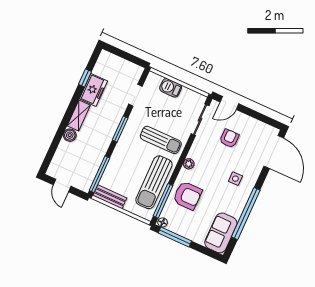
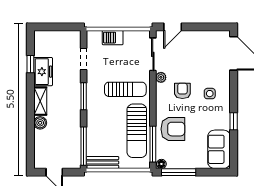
armchair: (229, 138) -> (182, 91), moved
plant: (189, 164) -> (161, 77), moved
window: (246, 214) -> (234, 121), width x0.32

